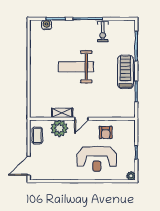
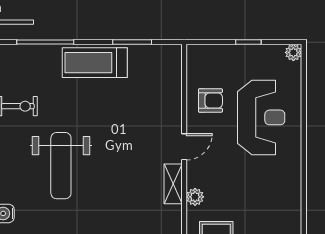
weight bench: (76, 67) -> (61, 166), moved
door: (81, 119) -> (184, 147), hinge flipped
plant: (59, 128) -> (195, 197), width x0.53, depth x0.53

